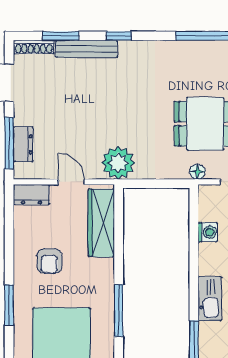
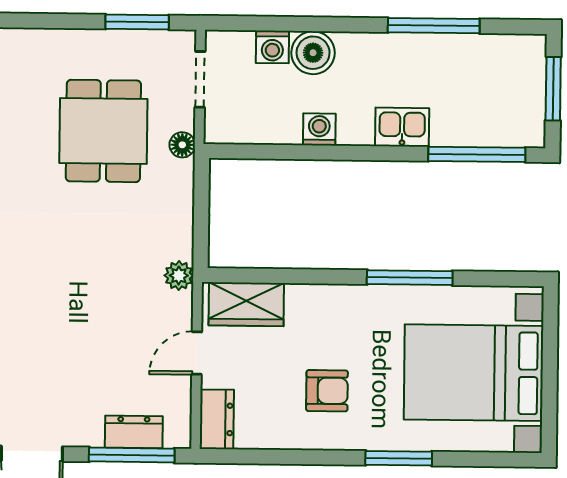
plant: (118, 163) -> (179, 276), width x0.53, depth x0.53
wardrobe: (101, 223) -> (246, 304), width x0.67
washing machine: (208, 232) -> (319, 129), moved
kitchen sink: (210, 299) -> (402, 127), width x0.73

